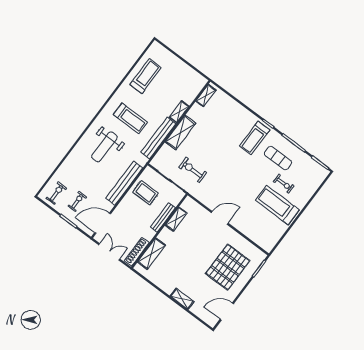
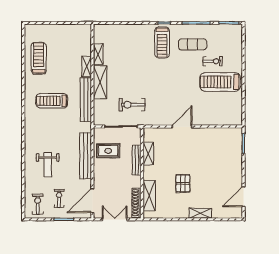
shelving: (206, 96) -> (98, 54), moved
treadmill: (130, 118) -> (52, 101), turned 180
weight bench: (104, 147) -> (48, 165), moved, width x0.73, depth x0.75
pallet: (228, 267) -> (183, 183), moved, width x0.49, depth x0.50

